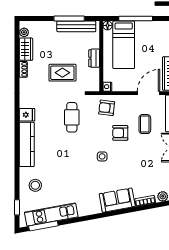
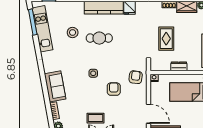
cafe table: (72, 117) -> (99, 38), moved
coffee table: (145, 124) -> (95, 118), moved
stool: (35, 185) -> (73, 32), moved

